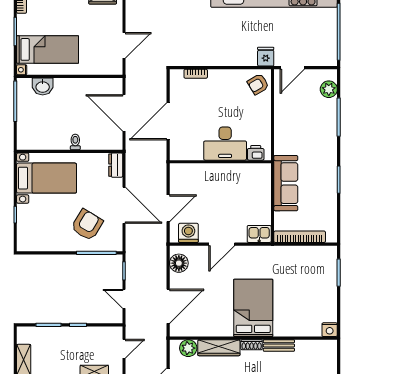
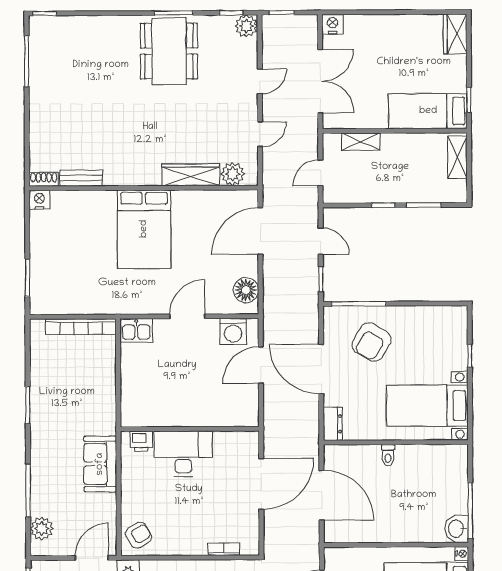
washbasin: (43, 87) -> (457, 529), moved, turned -90
sofa: (286, 183) -> (100, 464), moved, width x0.73
shoe rack: (252, 345) -> (44, 179), moved
bench: (279, 345) -> (81, 178), moved

